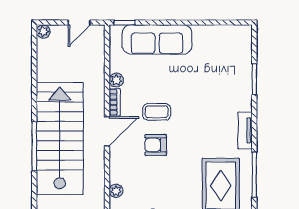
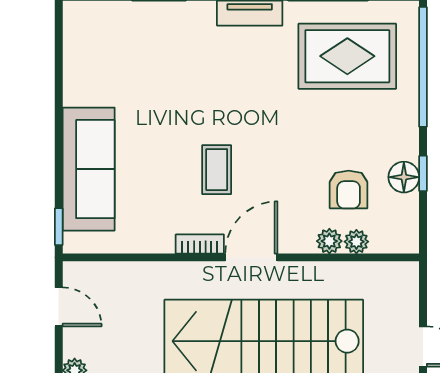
plant: (116, 80) -> (329, 241), moved
door: (107, 131) -> (251, 257), hinge flipped
armchair: (156, 145) -> (349, 190), moved

